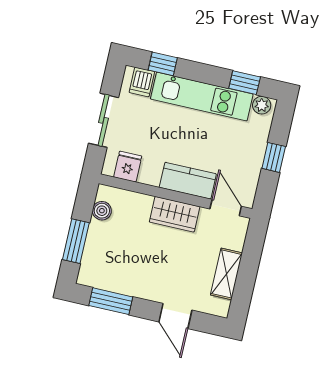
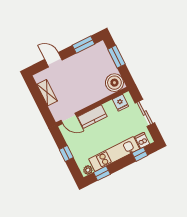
boiler: (102, 211) -> (114, 83), width x1.86, depth x1.86
wardrobe: (175, 214) -> (87, 99), removed

